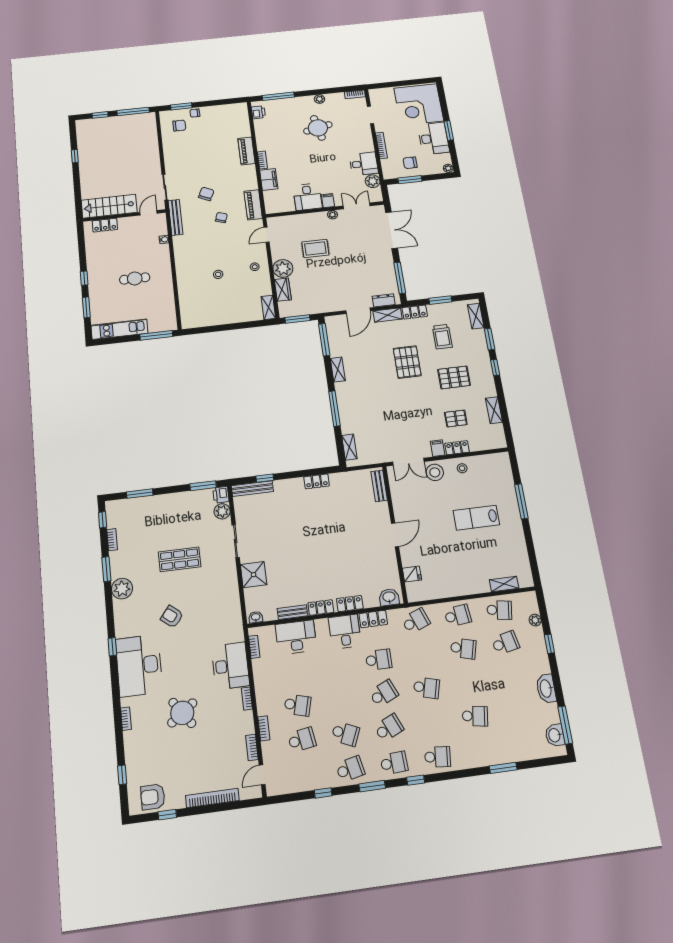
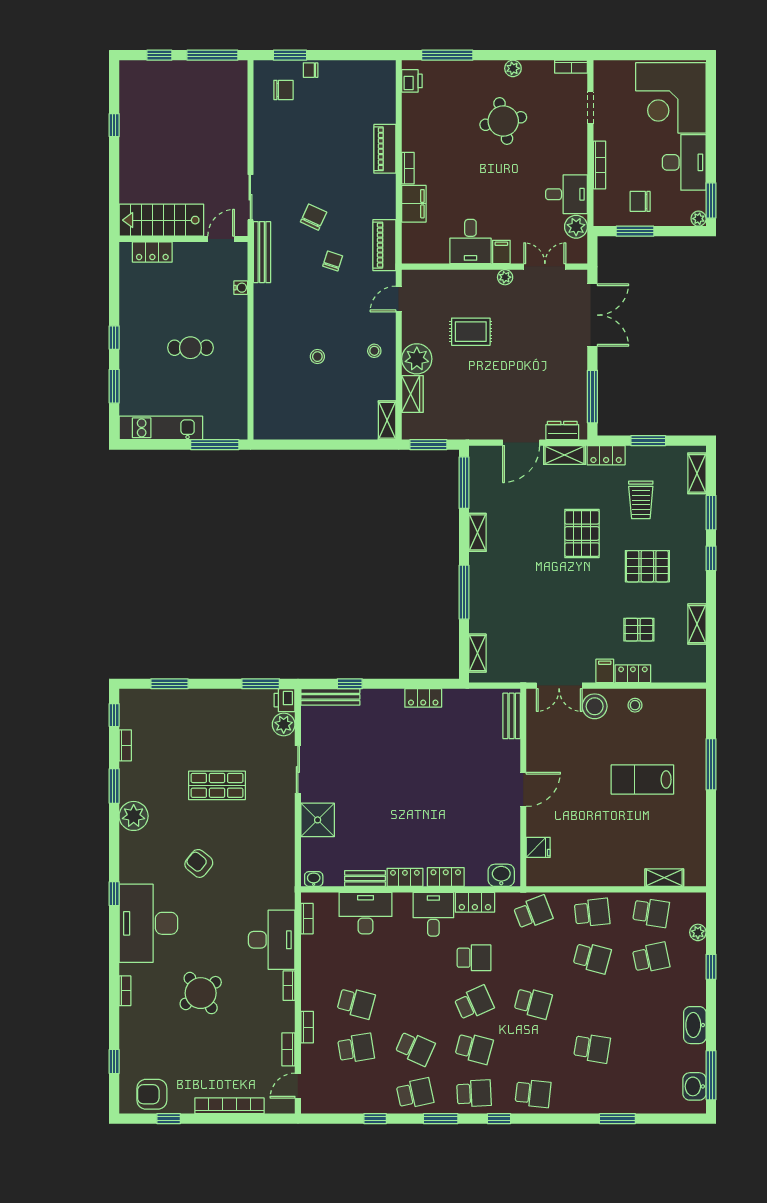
window: (449, 130) -> (711, 200), moved
school desk: (389, 728) -> (474, 1048), turned 39

